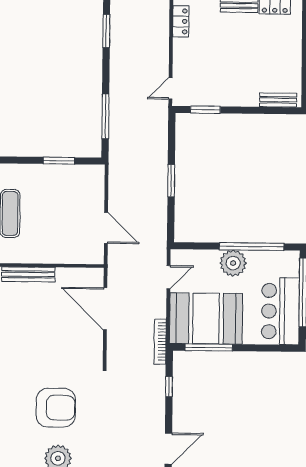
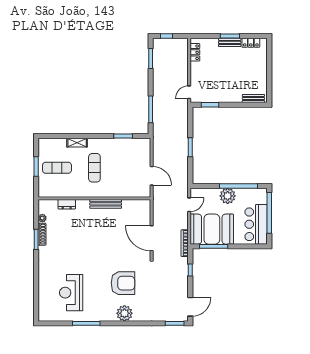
door: (105, 309) -> (152, 238), moved

